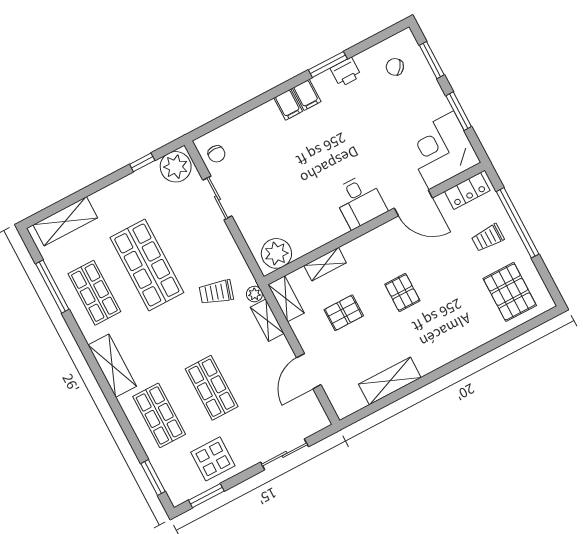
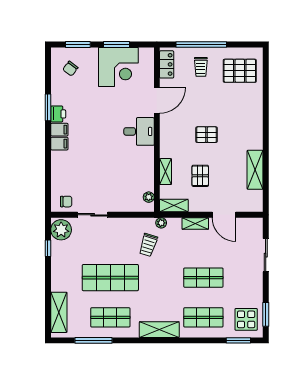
printer: (346, 72) -> (58, 114), moved
corner desk: (441, 150) -> (118, 67), moved, turned -90
plant: (276, 253) -> (149, 197), width x0.53, depth x0.53
shelving: (267, 320) -> (195, 223), moved
display table: (213, 459) -> (246, 319), moved

